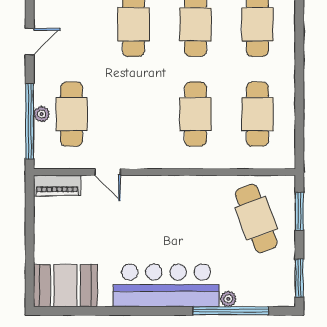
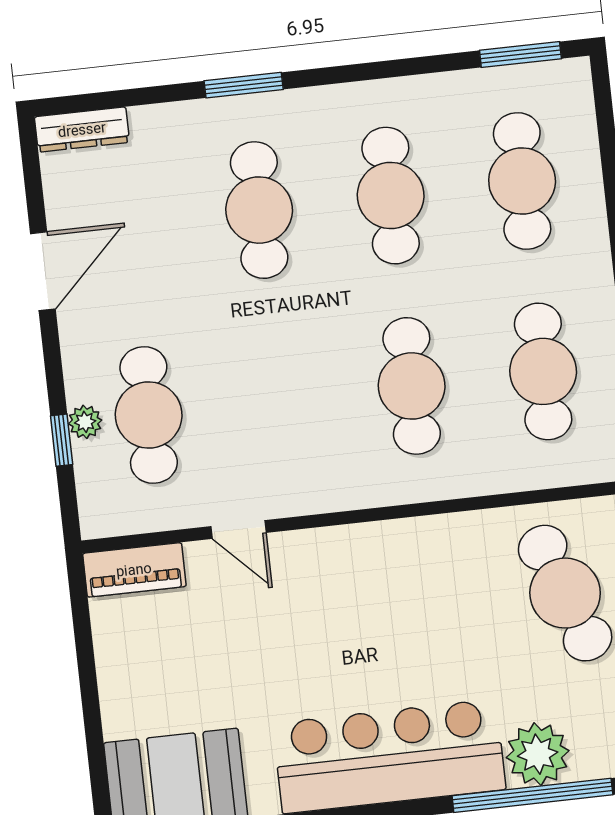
door: (30, 42) -> (43, 271), width x1.38
window: (30, 121) -> (62, 440), width x0.32
plant: (228, 299) -> (538, 754), width x1.88, depth x1.88

